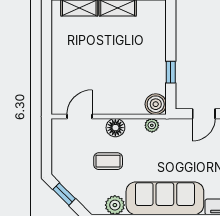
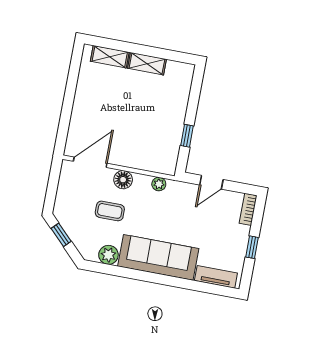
boiler: (156, 104) -> (166, 164), removed
door: (80, 116) -> (90, 162), width x1.38

